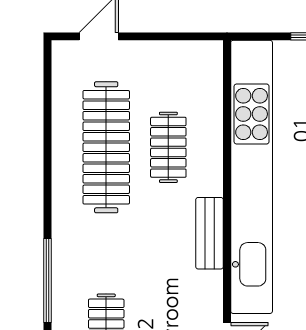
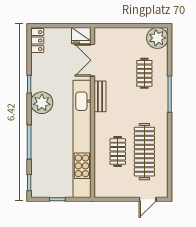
bench: (209, 233) -> (100, 96), moved

